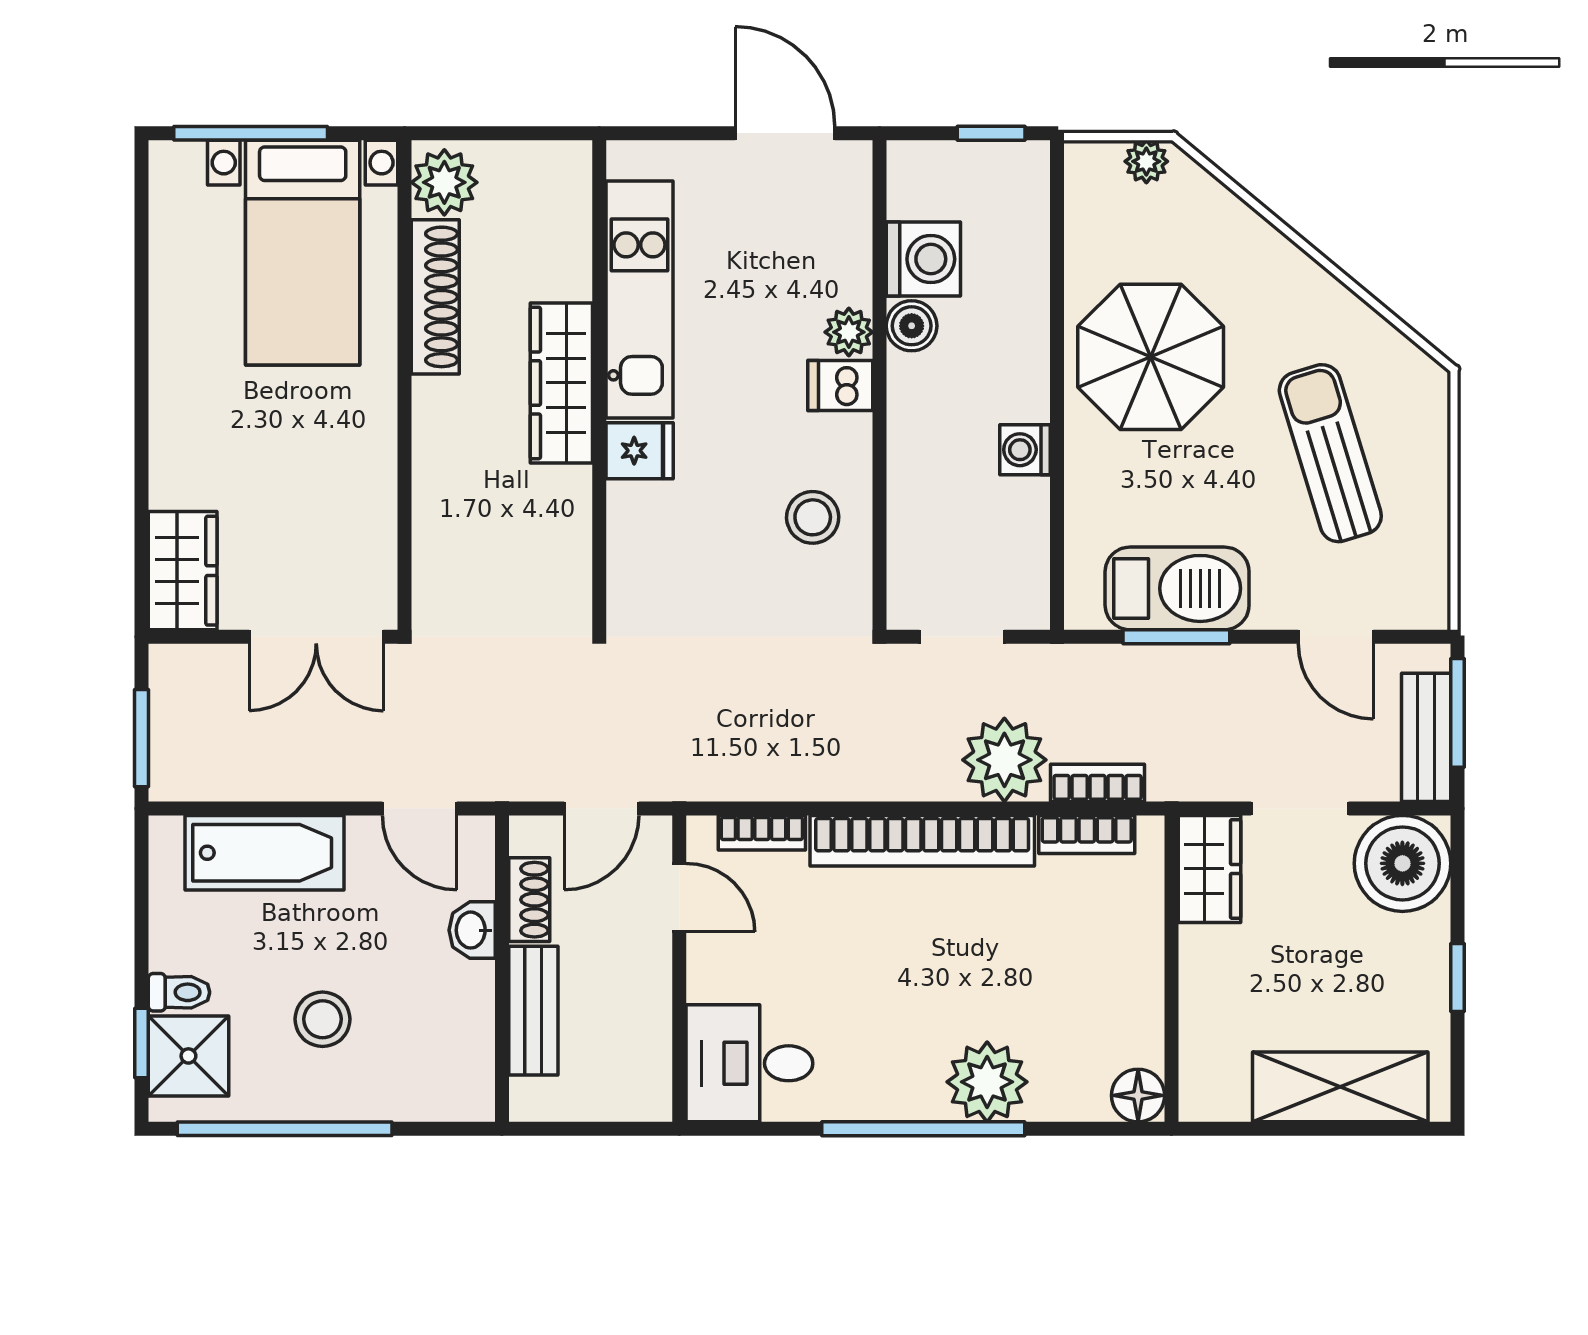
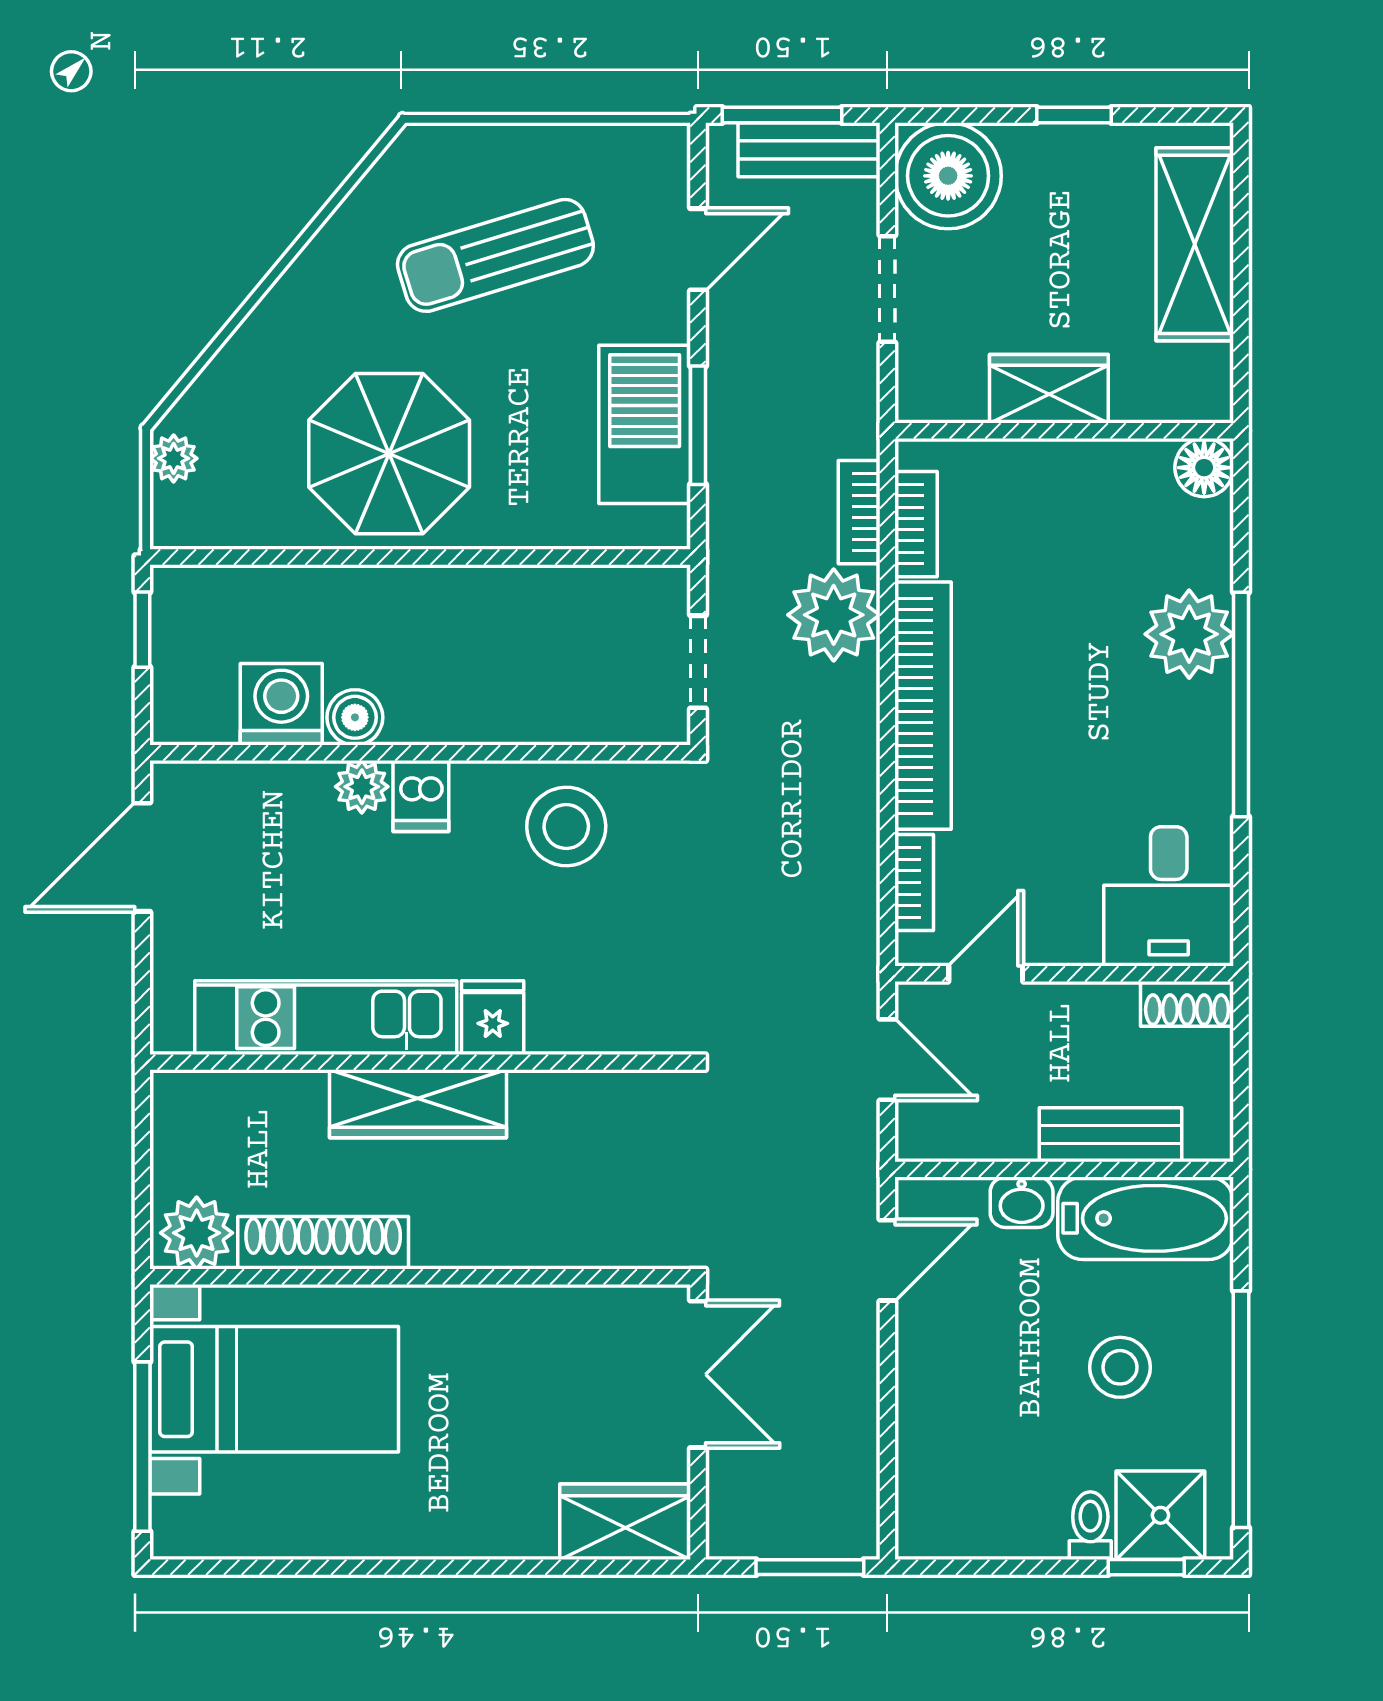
washing machine: (1025, 450) -> (492, 592), removed
stool: (813, 517) -> (566, 827), width x1.38, depth x1.38
bathtub: (265, 853) -> (1146, 1218), moved, turned 90
wardrobe: (1209, 869) -> (1049, 389), moved
shoe rack: (529, 900) -> (1187, 1004), moved, turned 180

